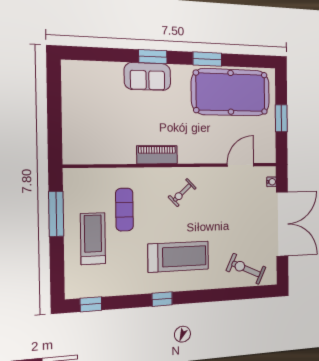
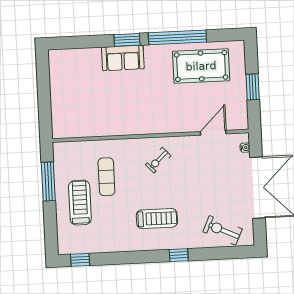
window: (207, 59) -> (177, 37), width x2.11
pool table: (231, 92) -> (201, 66), width x0.73, depth x0.76
piano: (157, 155) -> (134, 127), removed
treadmill: (178, 257) -> (157, 219), width x0.73, depth x0.73
window: (162, 299) -> (179, 255), moved

